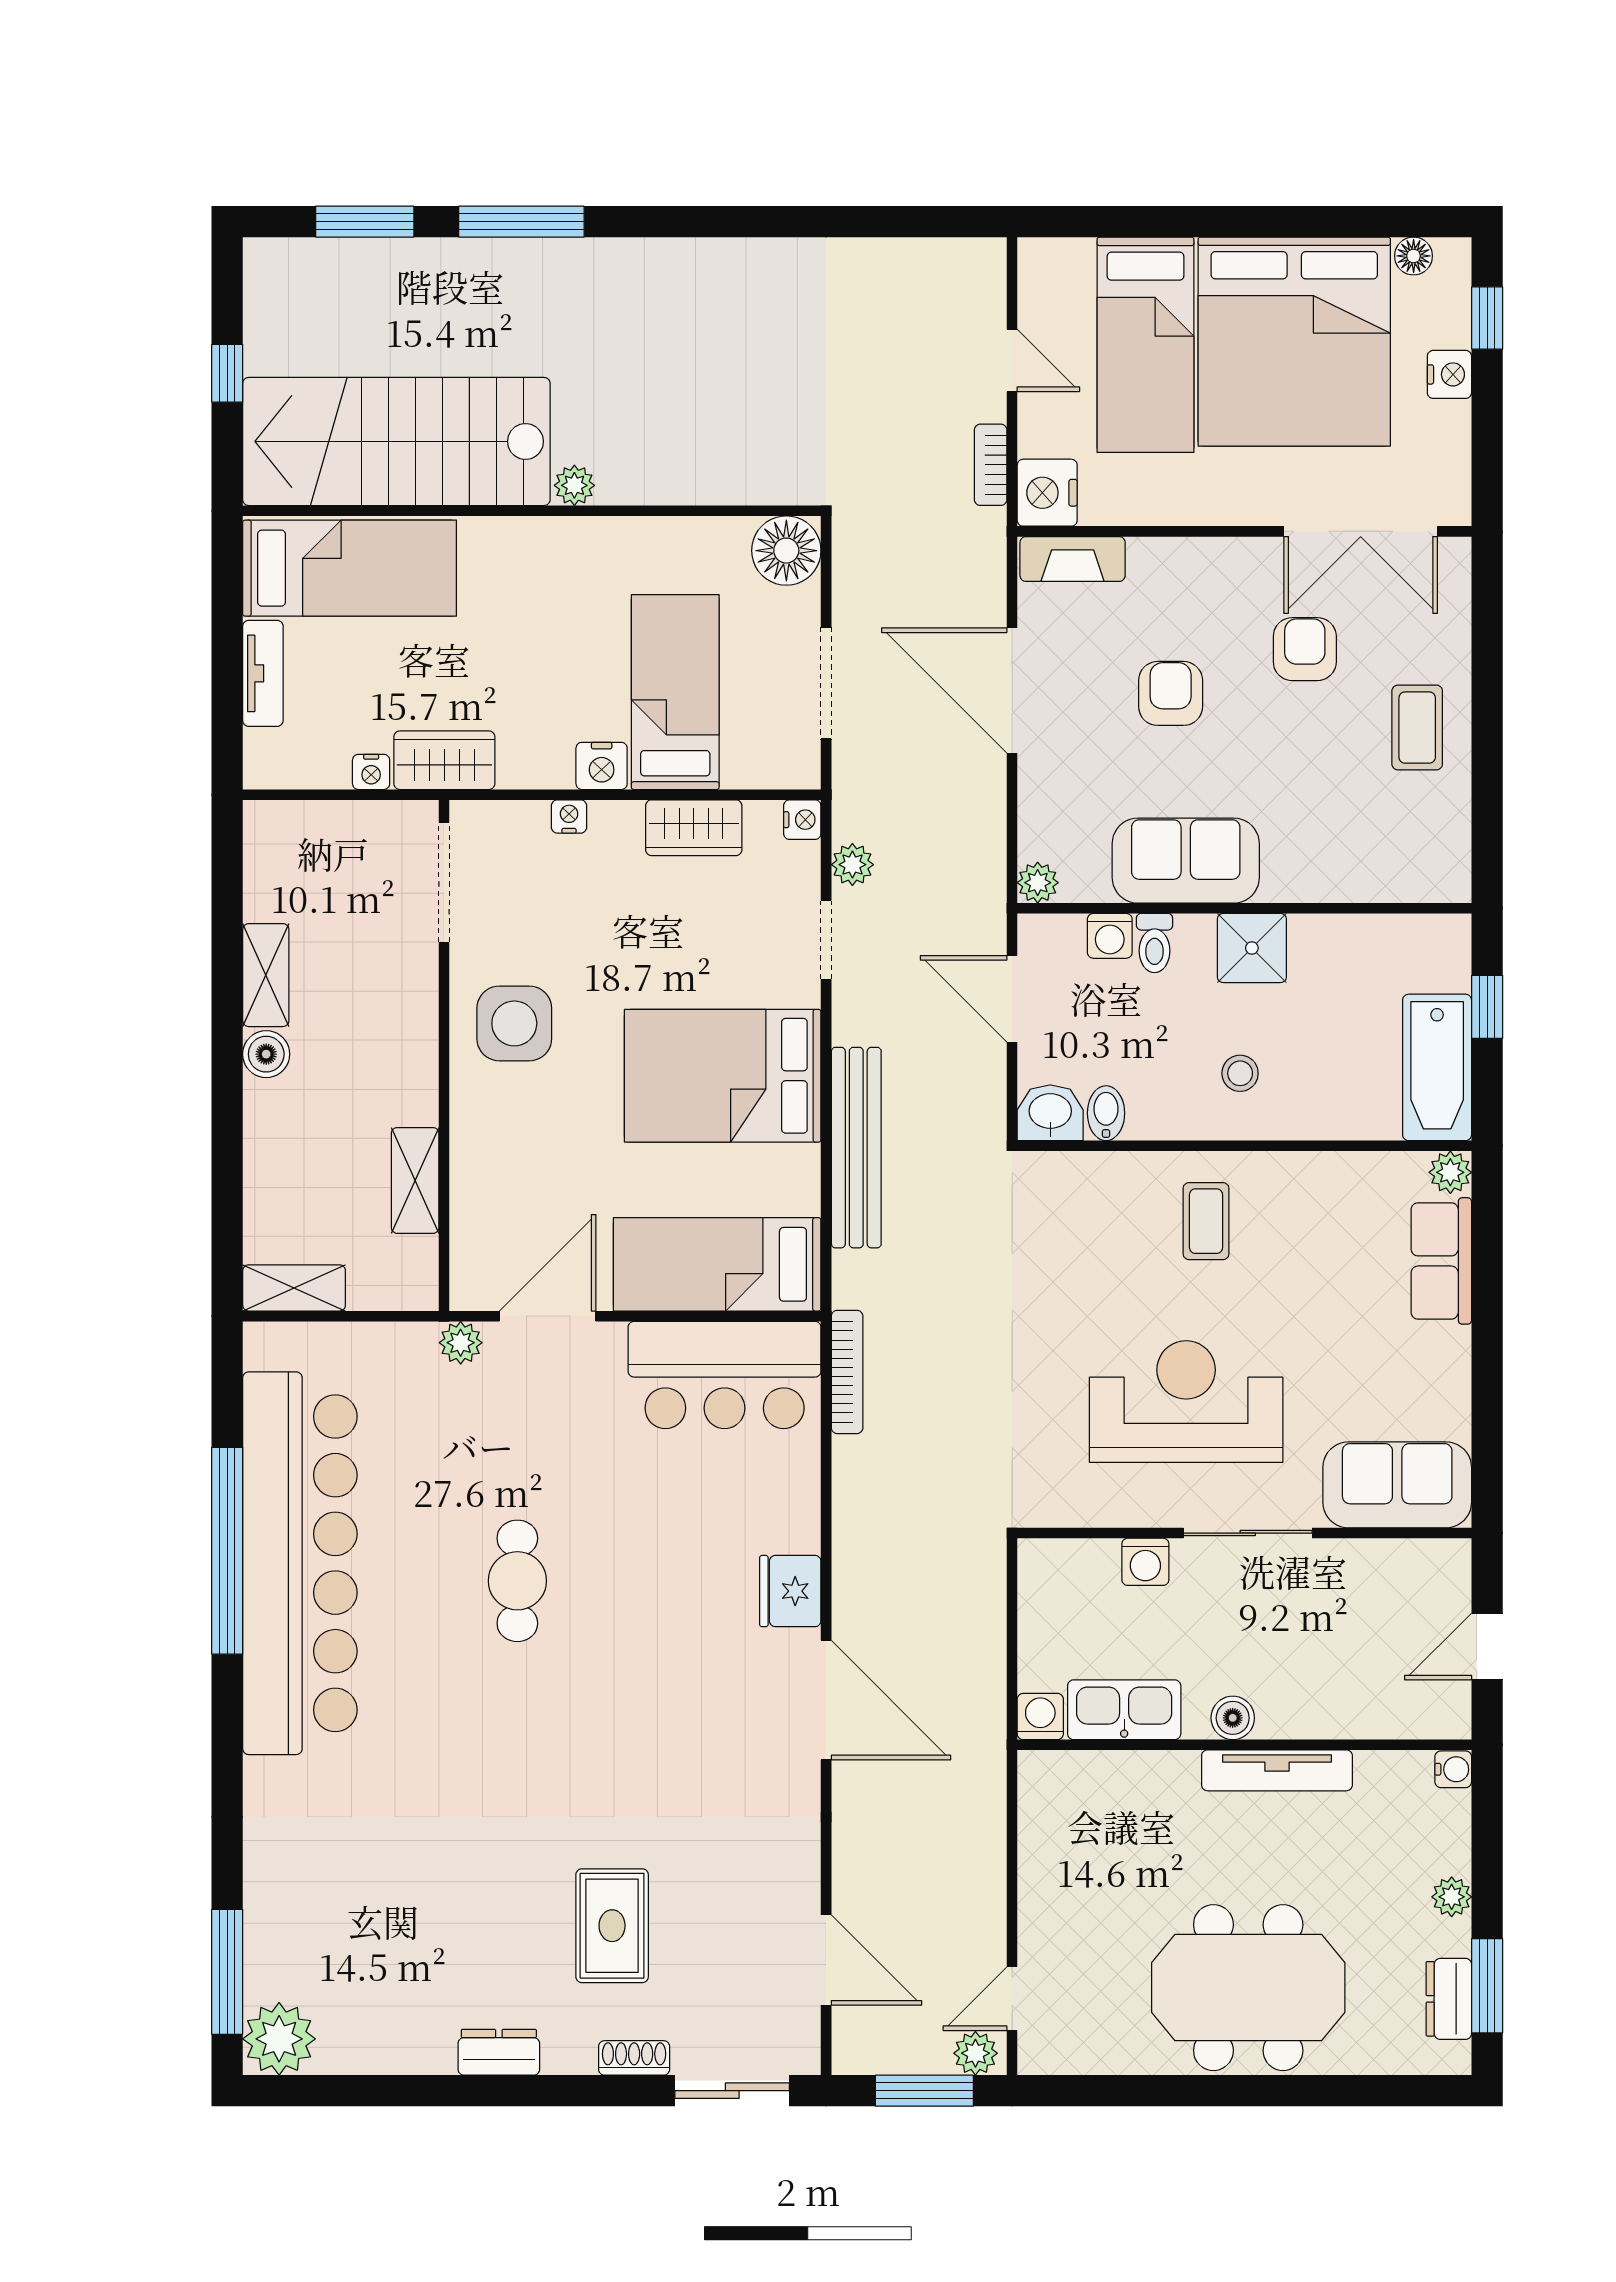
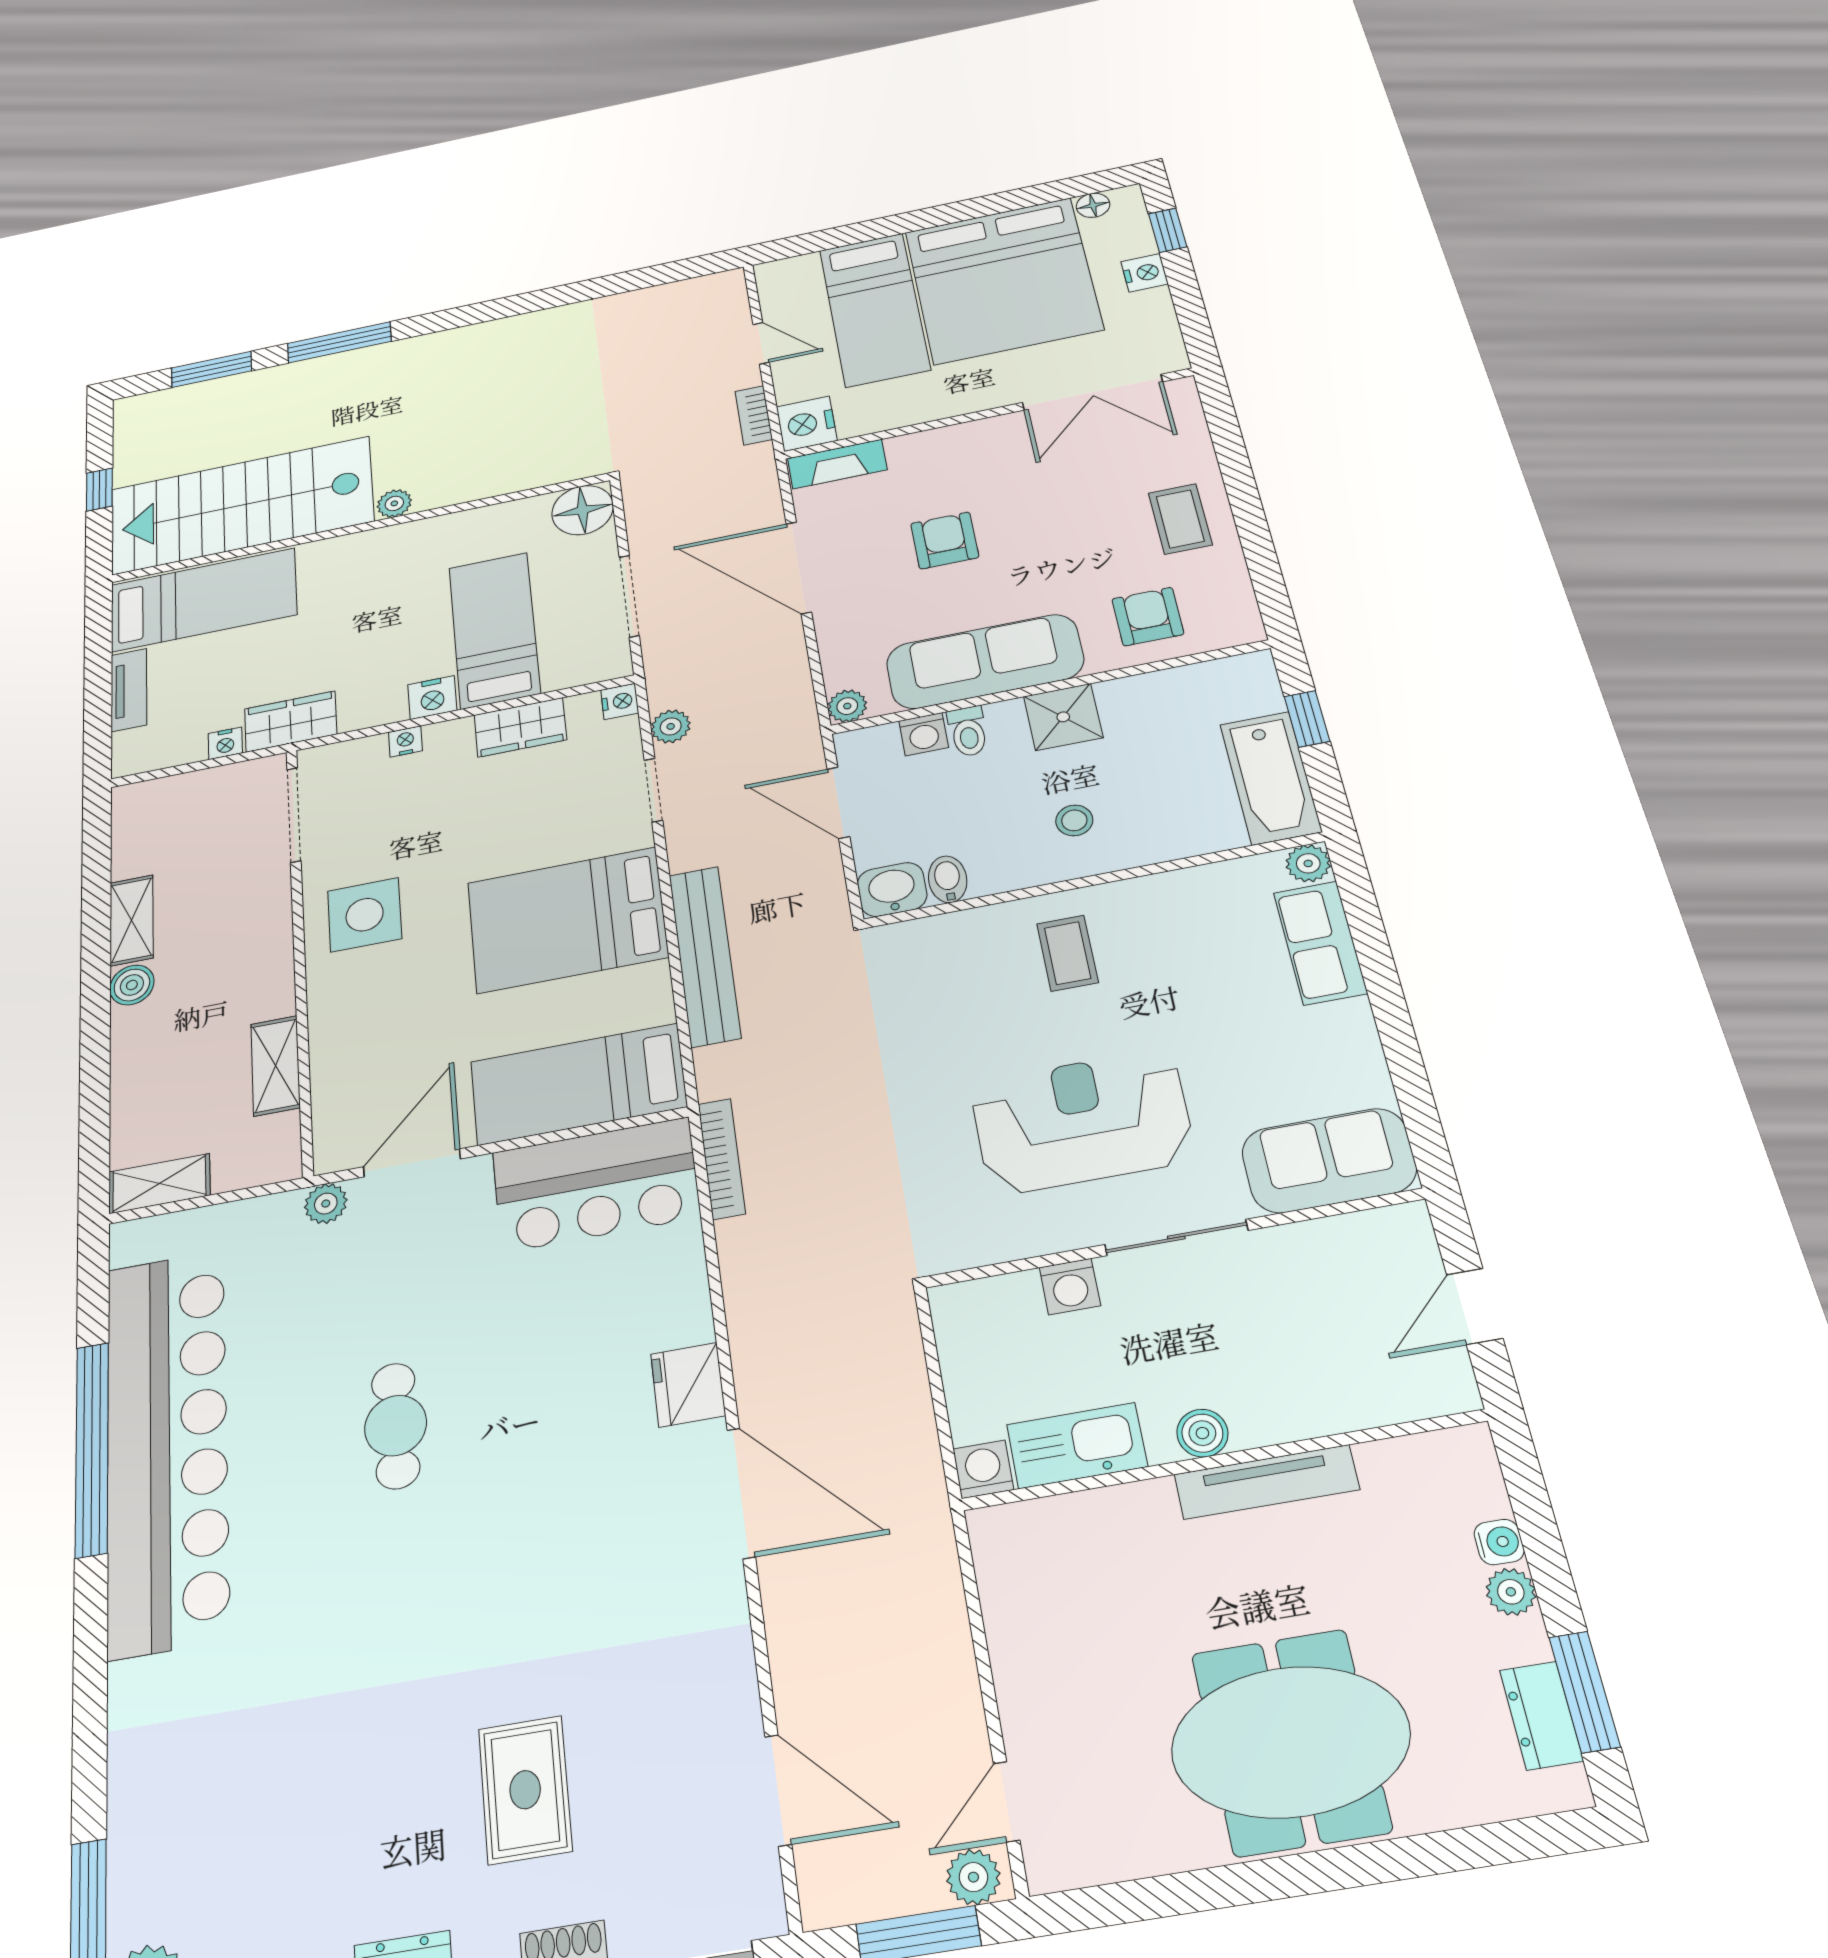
armchair: (1305, 649) -> (1148, 617), moved
sofa: (1186, 861) -> (985, 661), width x1.36
water cooler: (1453, 1769) -> (1499, 1542), moved

